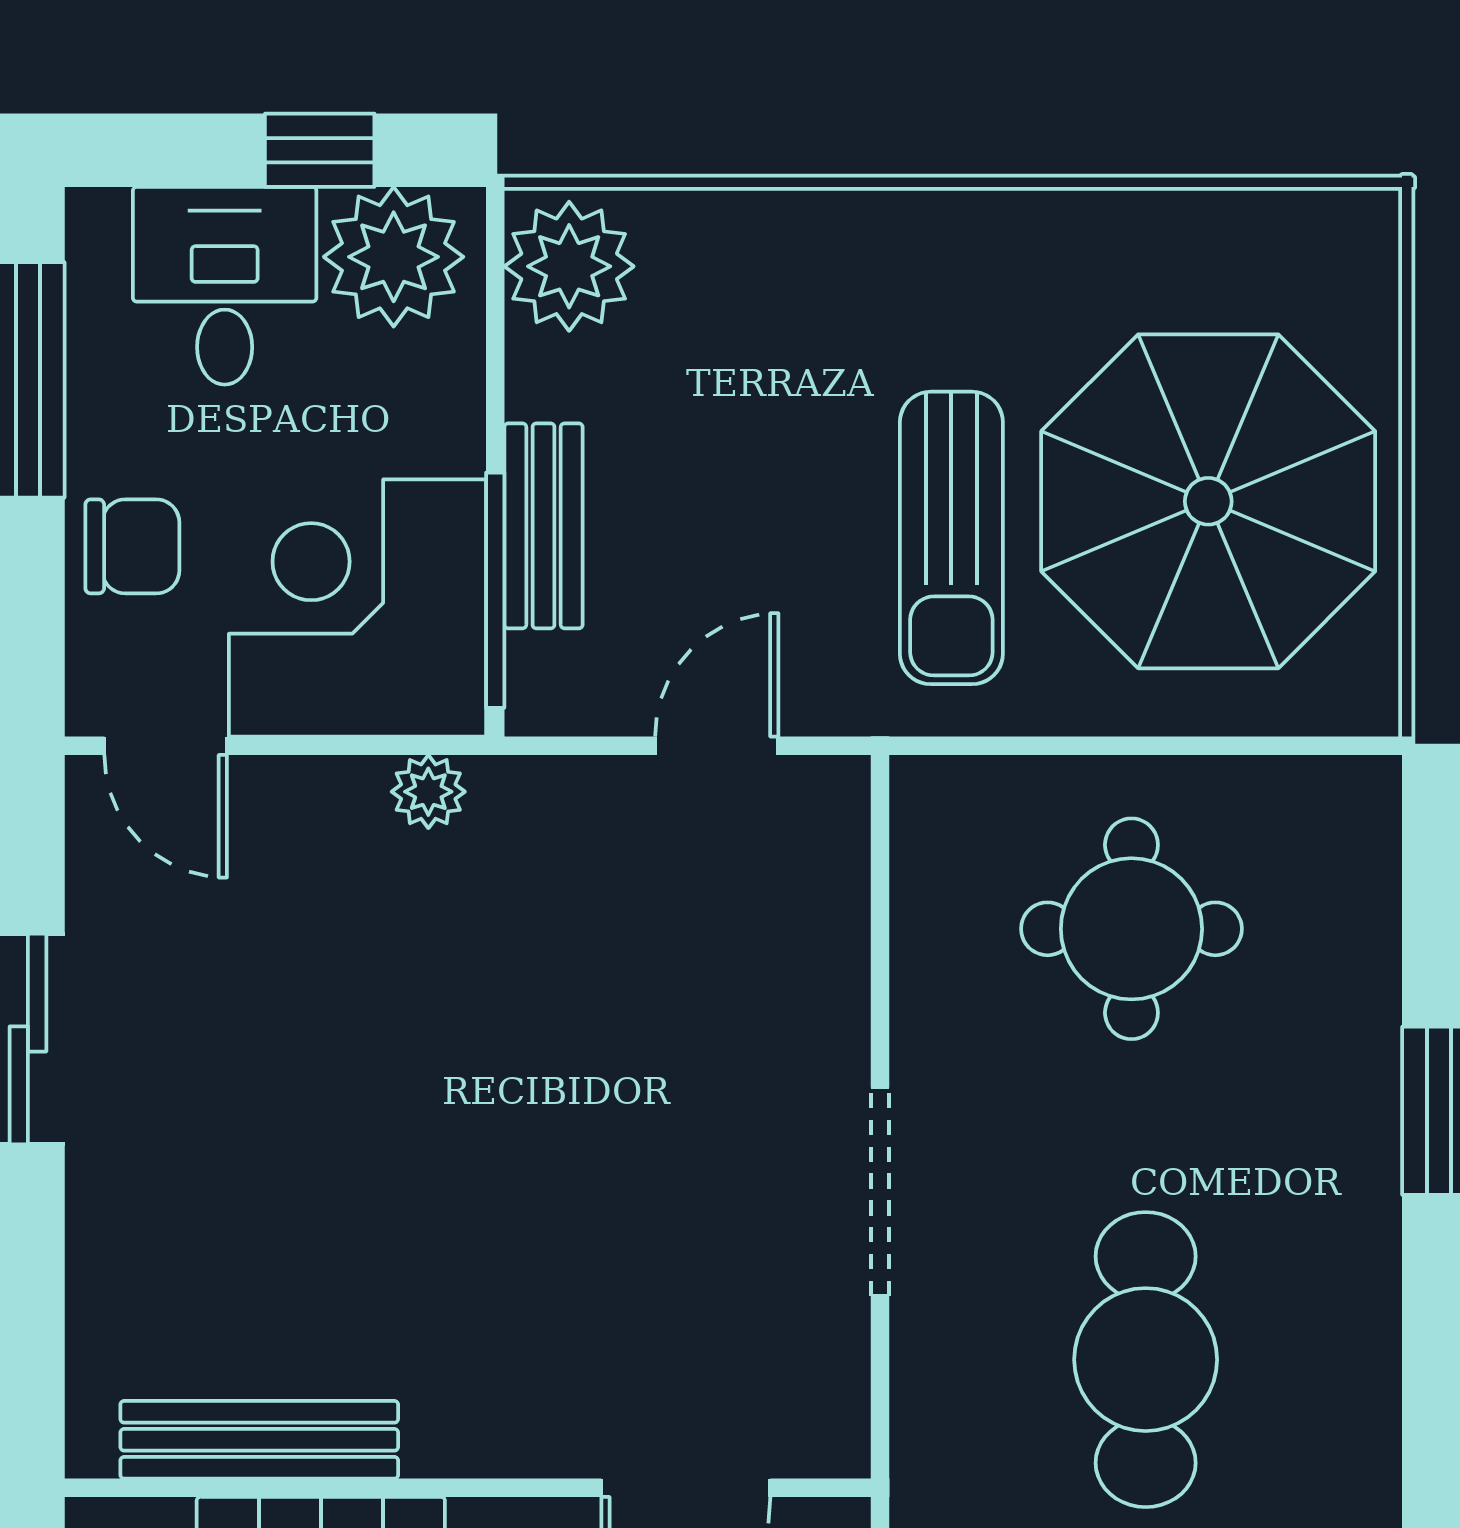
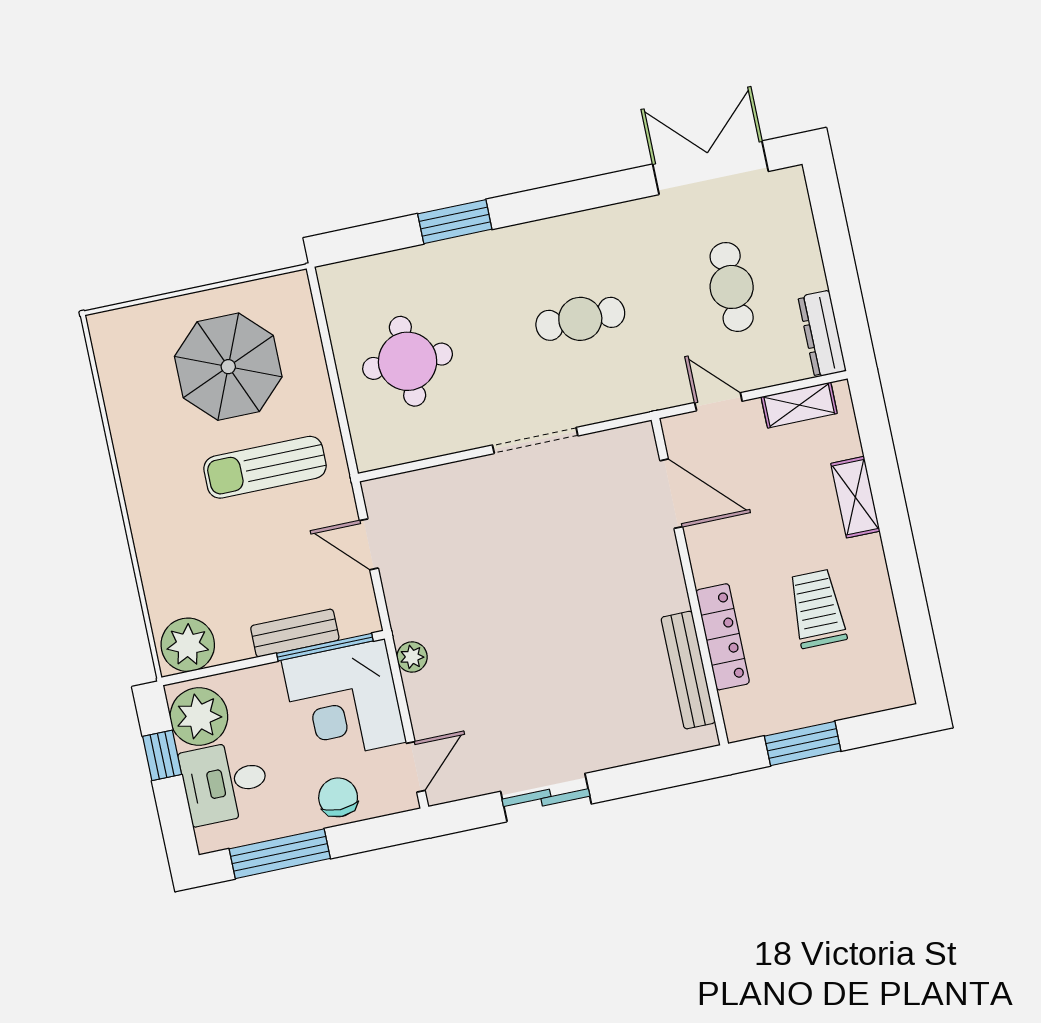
parasol: (1208, 501) -> (228, 367), width x0.73, depth x0.73
sun lounger: (951, 538) -> (265, 467), turned 180
cafe table: (1146, 1360) -> (580, 319), width x0.73, depth x0.74

